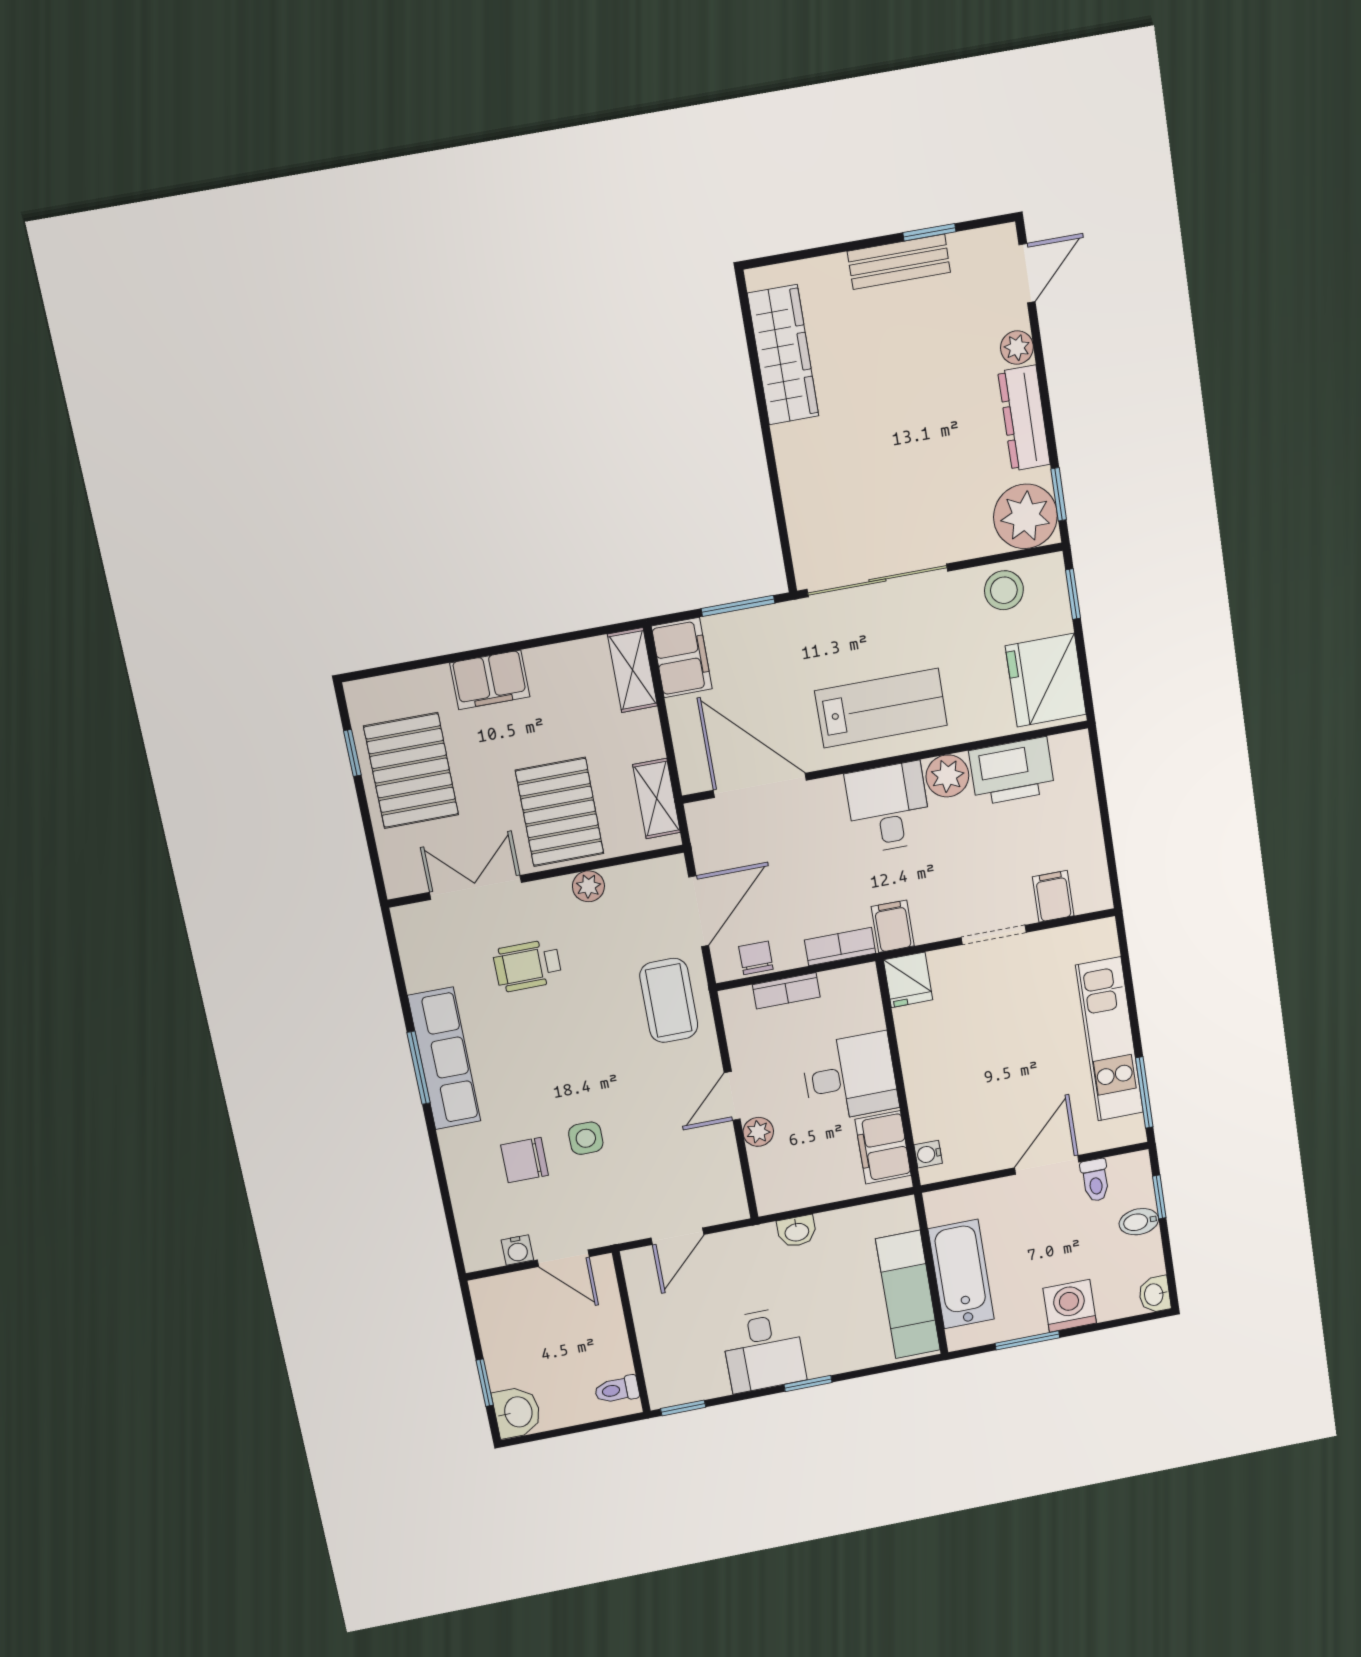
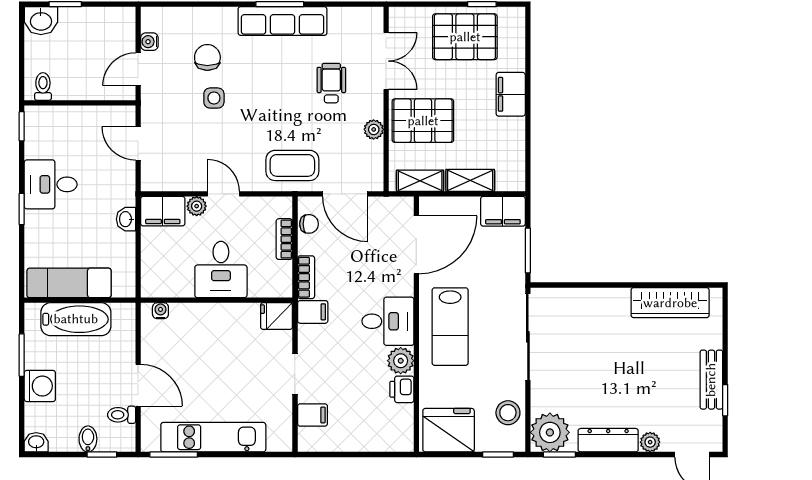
shelving: (632, 670) -> (470, 180), moved
printer: (1012, 771) -> (402, 389), width x0.53, depth x0.68
filing cabinet: (883, 1147) -> (163, 211), moved, turned 180

